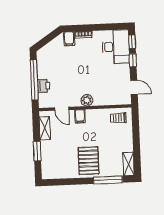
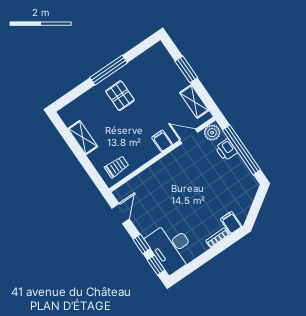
door: (134, 87) -> (121, 214), swing flipped
plant: (87, 100) -> (212, 133), moved
pallet: (88, 161) -> (120, 96), width x0.67, depth x0.71
shelving: (129, 164) -> (83, 138), moved
window: (108, 180) -> (109, 70), moved

